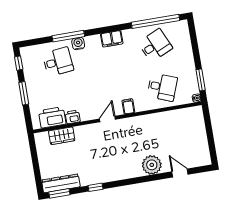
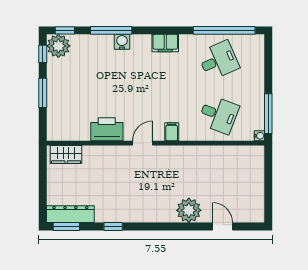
window: (33, 42) -> (65, 30), added
plant: (30, 55) -> (58, 46), added
desk: (58, 62) -> (93, 60), removed
window: (201, 80) -> (268, 114), width x1.44
printer: (52, 117) -> (74, 129), removed
printer: (73, 117) -> (107, 129), width x1.87, depth x1.48
wardrobe: (62, 136) -> (66, 154), moved

